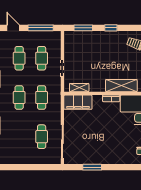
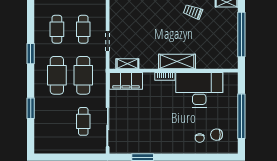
cafe table: (19, 97) -> (57, 75), width x1.37, depth x1.35
cafe table: (42, 97) -> (83, 75), width x1.37, depth x1.35

